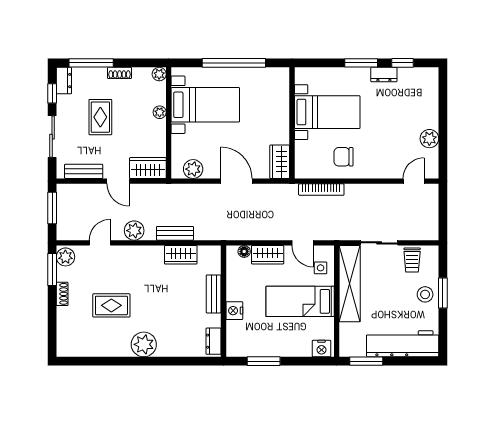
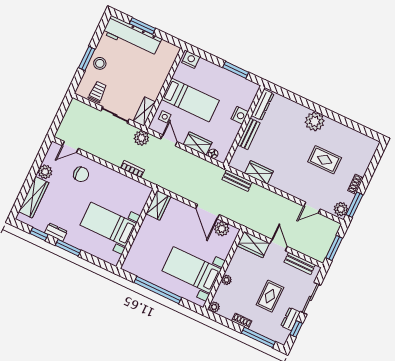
dresser: (64, 81) -> (290, 319), moved
wardrobe: (429, 103) -> (34, 197), added
chair: (344, 157) -> (81, 174), moved
door: (236, 181) -> (207, 212), moved
bookcase: (321, 190) -> (132, 169), width x0.64
plant: (134, 231) -> (141, 138), moved
bench: (175, 233) -> (237, 181), moved
shelving: (350, 284) -> (144, 112), width x0.45, depth x0.75
dresser: (213, 341) -> (263, 105), width x1.44
window: (366, 361) -> (142, 26), moved

